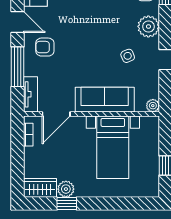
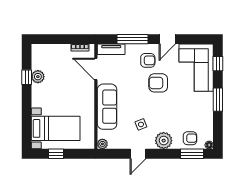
armchair: (74, 34) -> (158, 83), added
armchair: (45, 47) -> (148, 60), turned 90
bed with nightstands: (113, 147) -> (56, 128), moved, turned 180
wardrobe: (40, 188) -> (39, 57), removed

